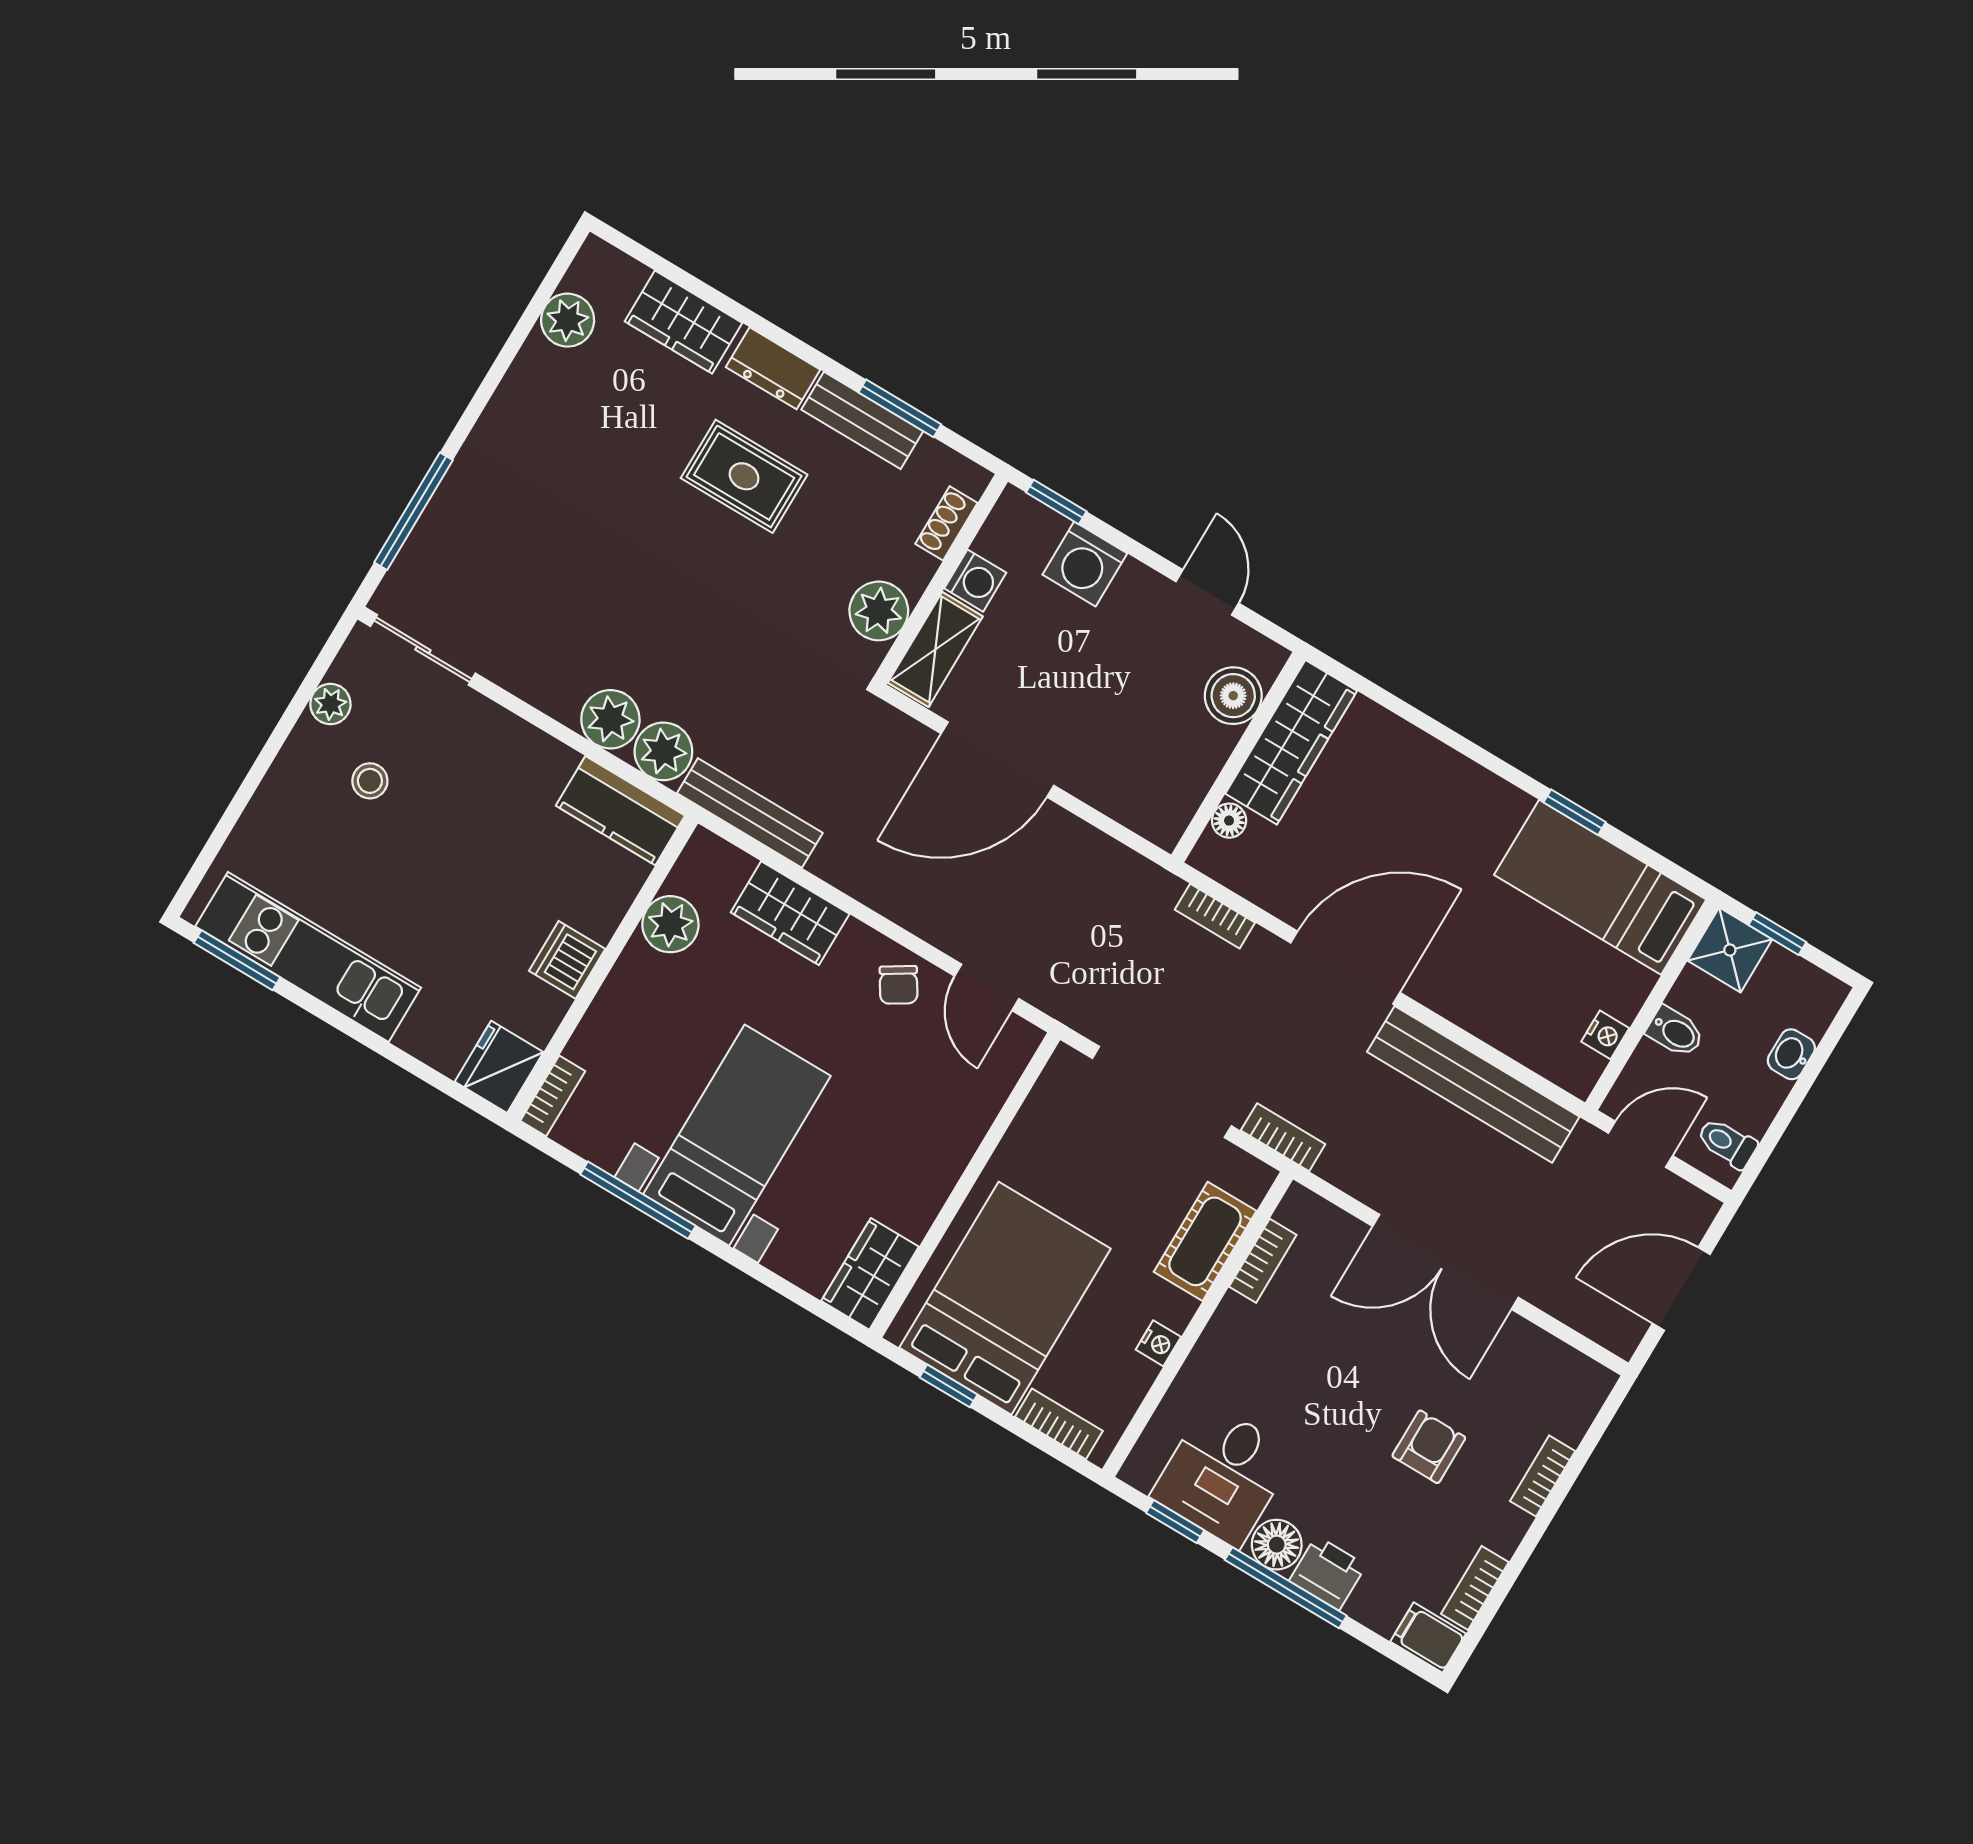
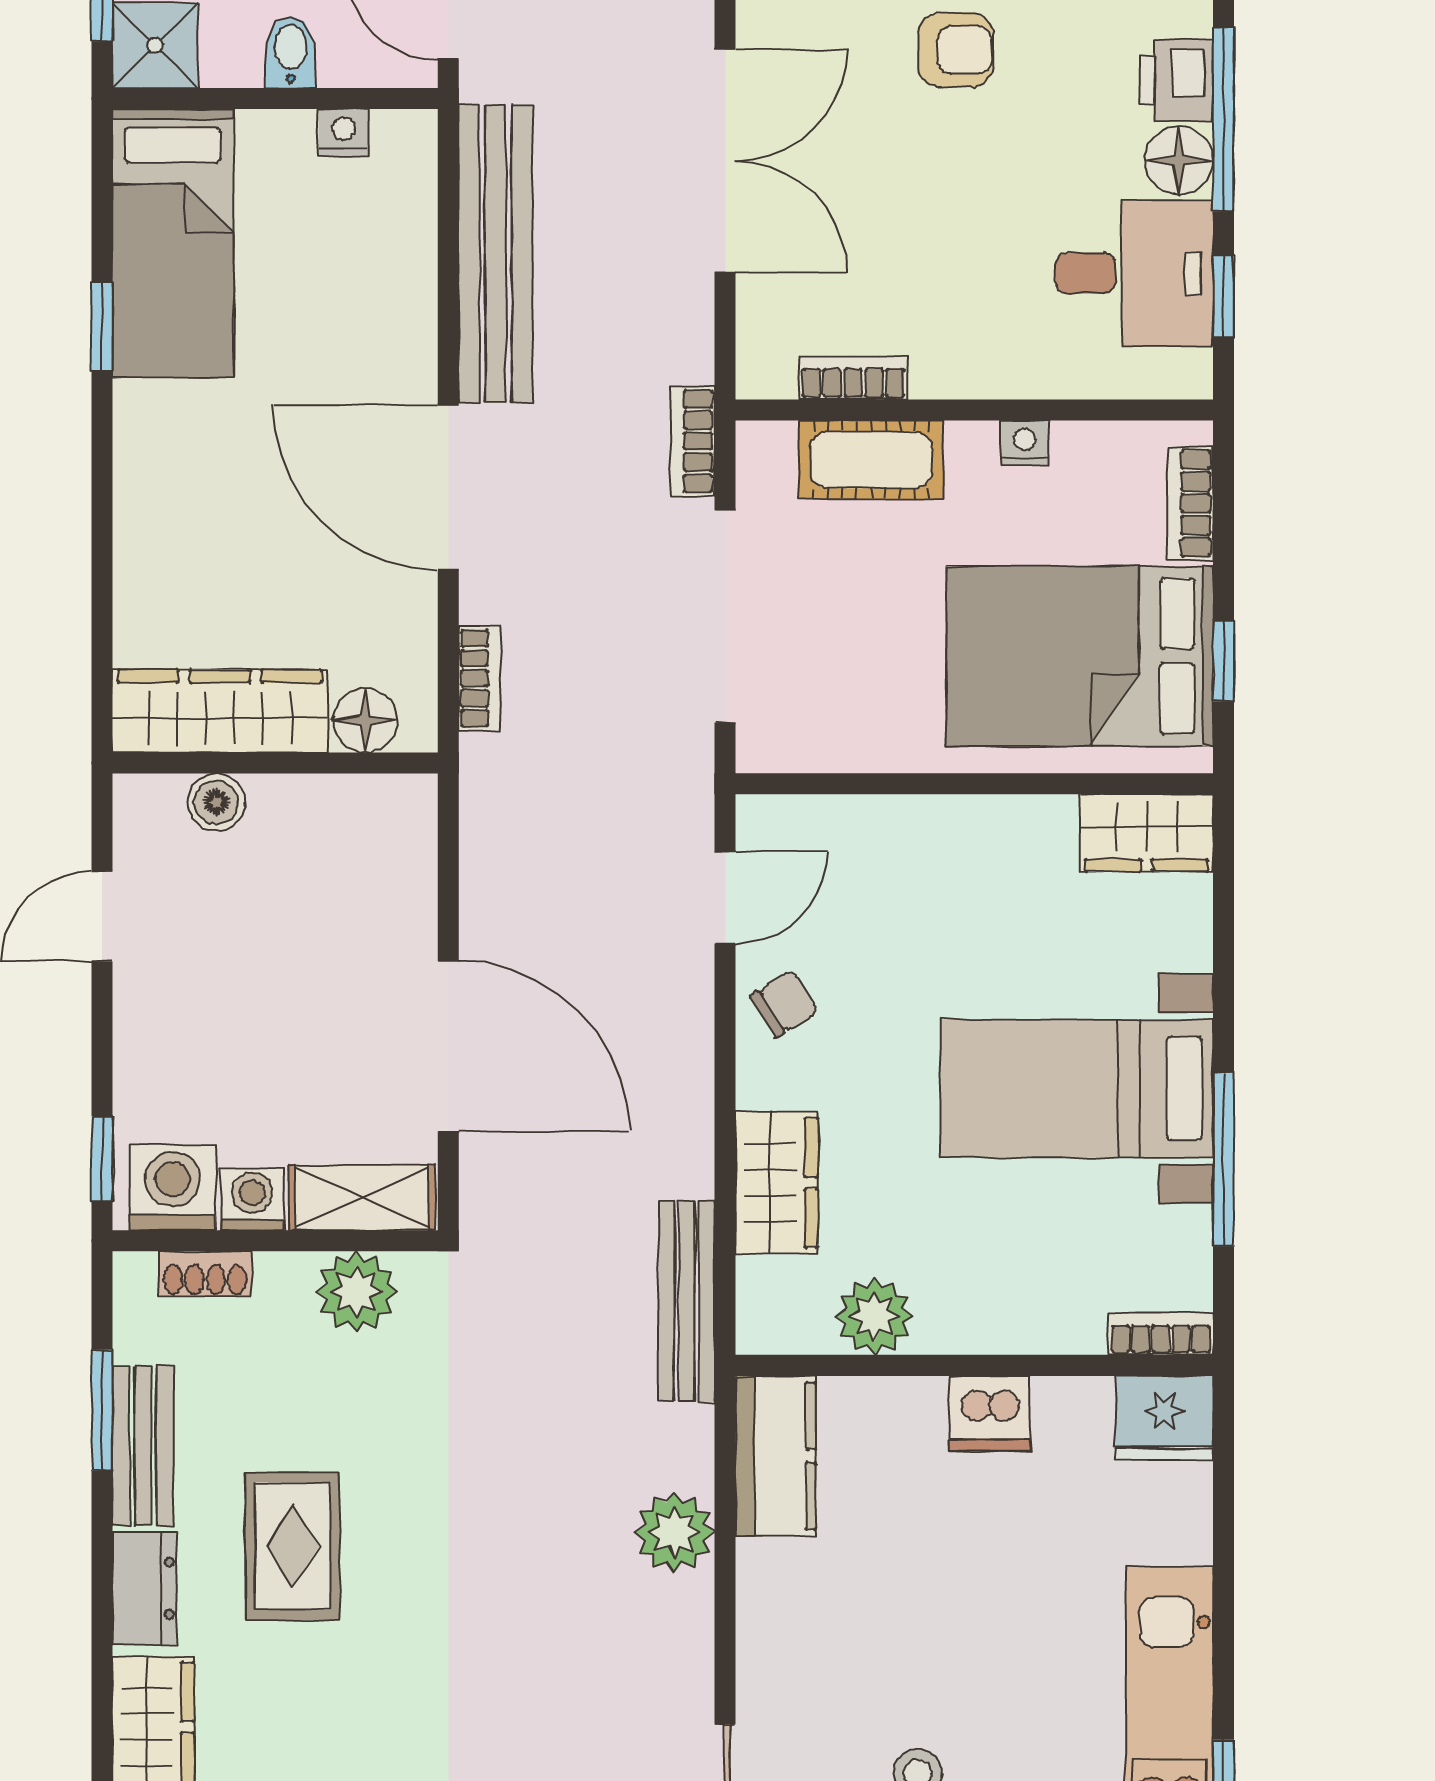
washing machine: (1085, 564) -> (173, 1188), moved, turned -90
boiler: (1233, 696) -> (216, 802), width x0.73, depth x0.73
plant: (663, 751) -> (675, 1447), removed
floor lamp: (1229, 821) -> (365, 720), width x1.37, depth x1.37
armchair: (1429, 1447) -> (956, 50), turned 180

